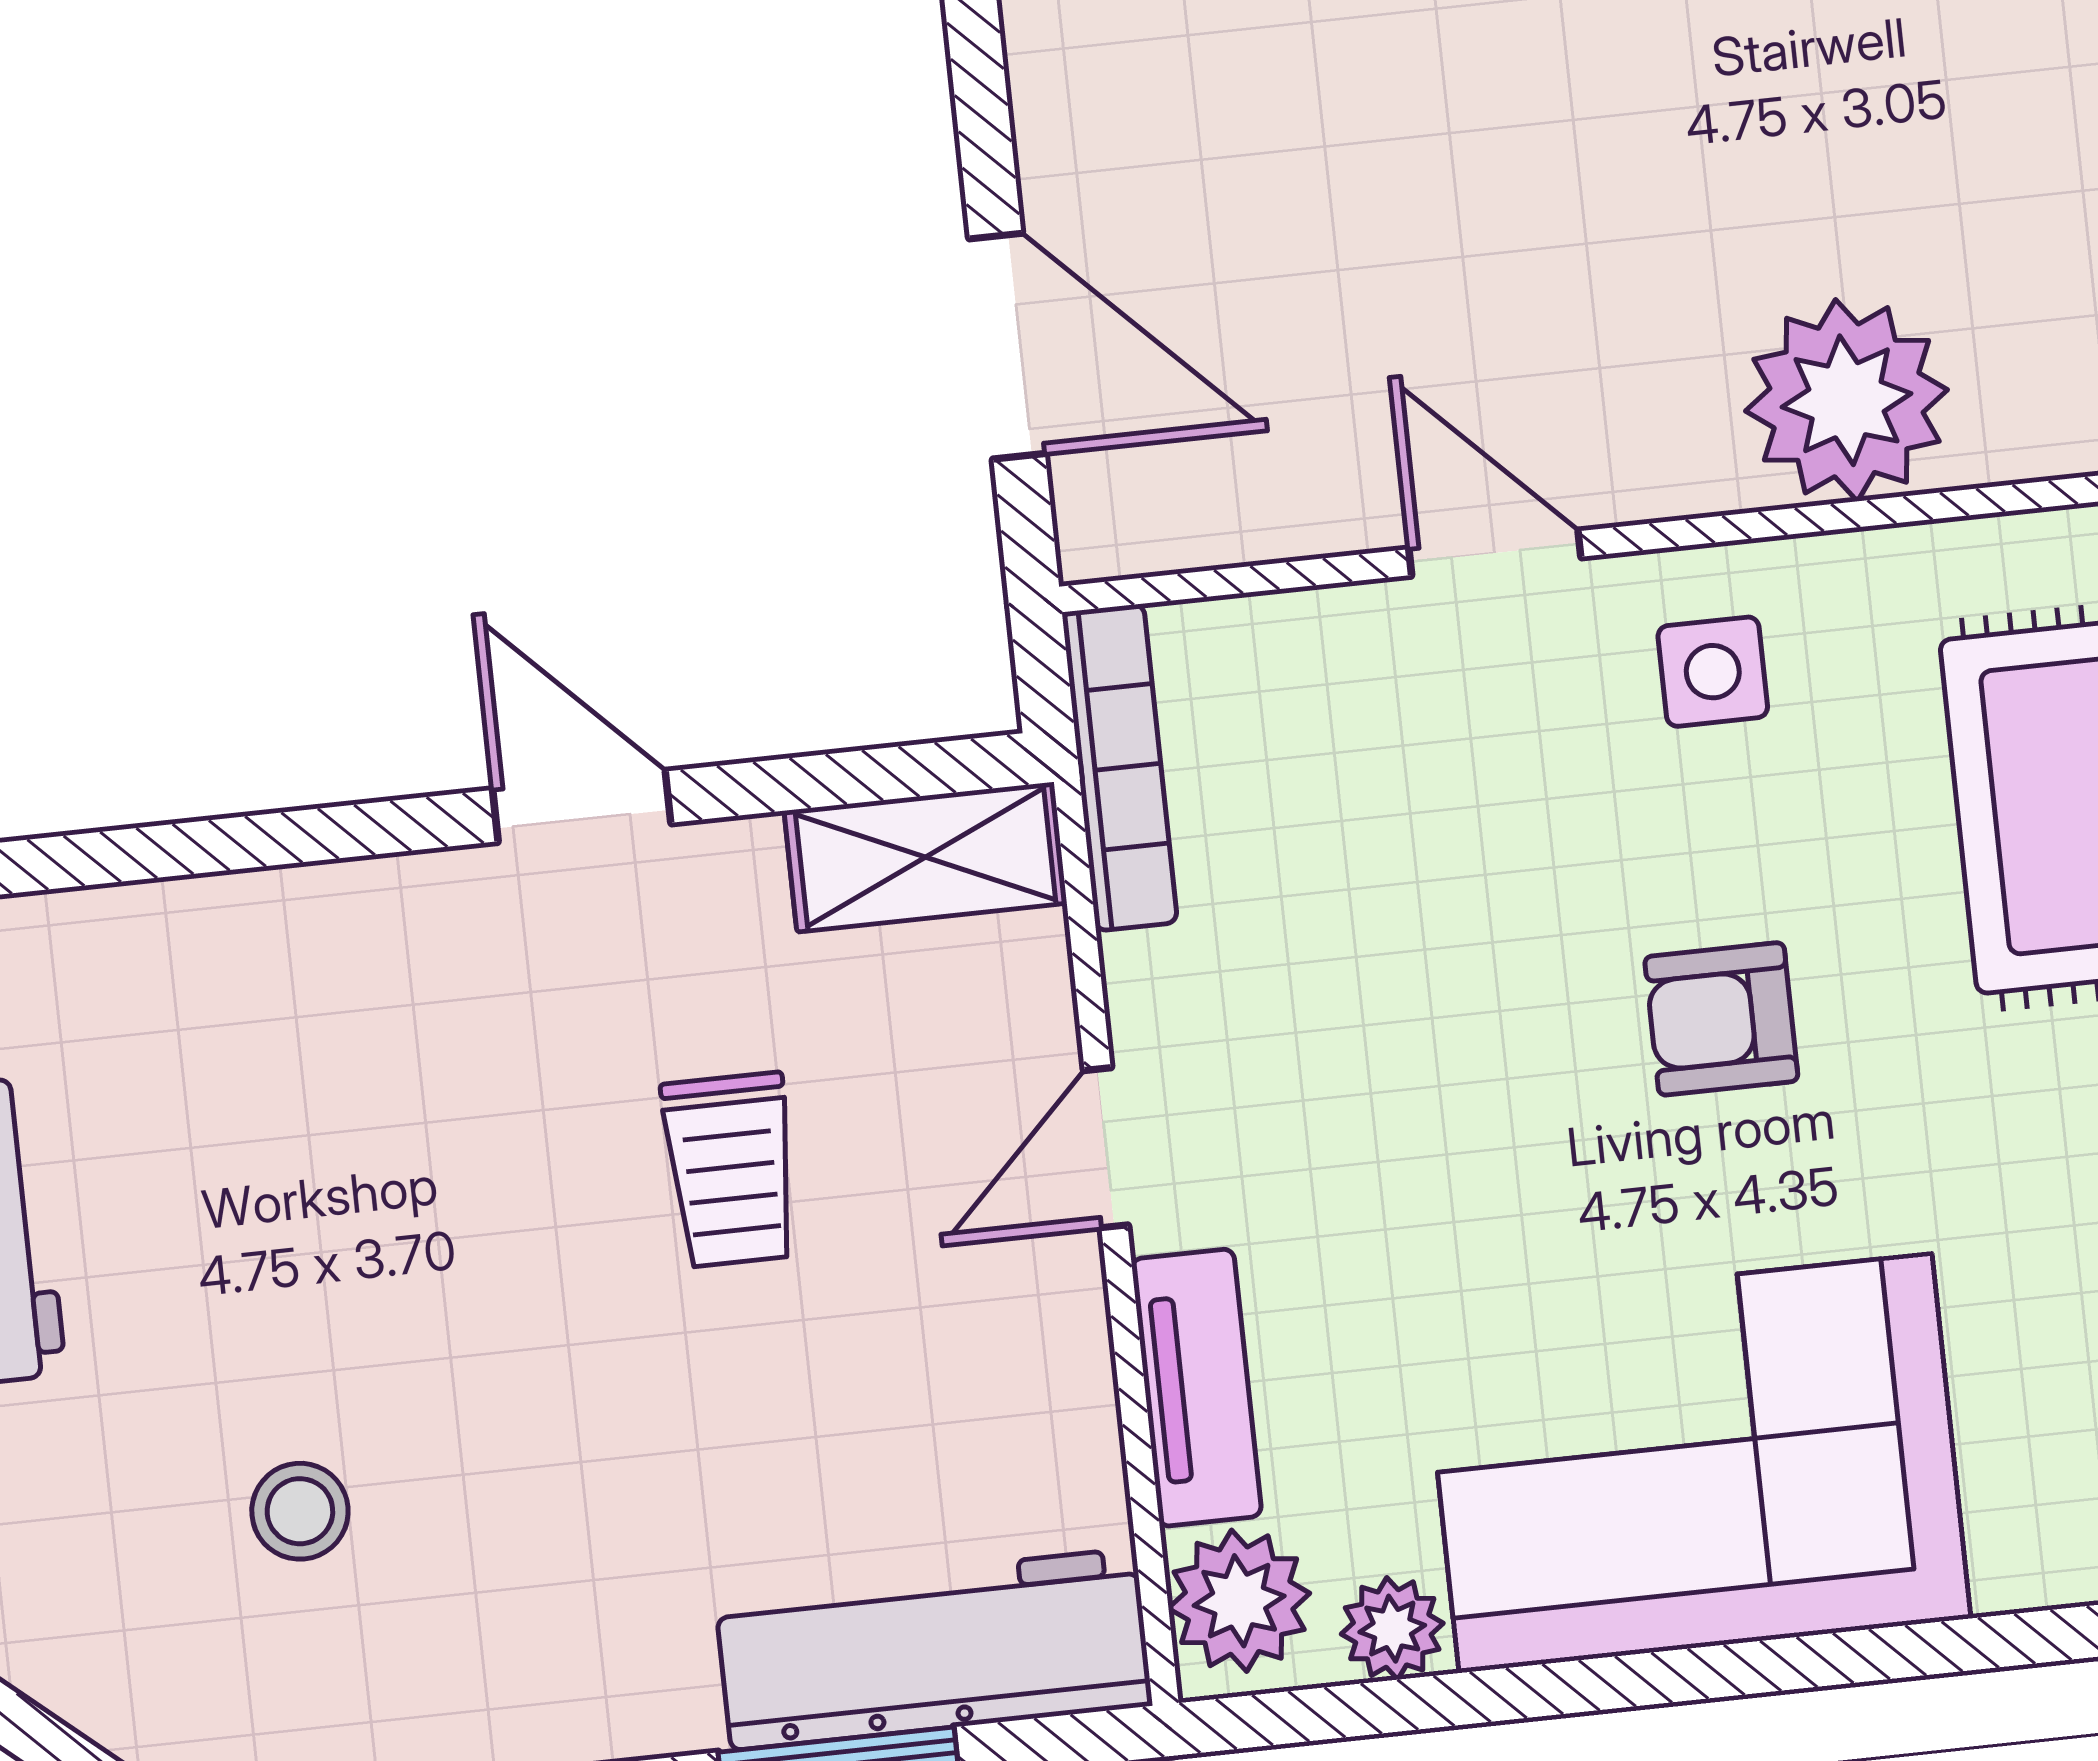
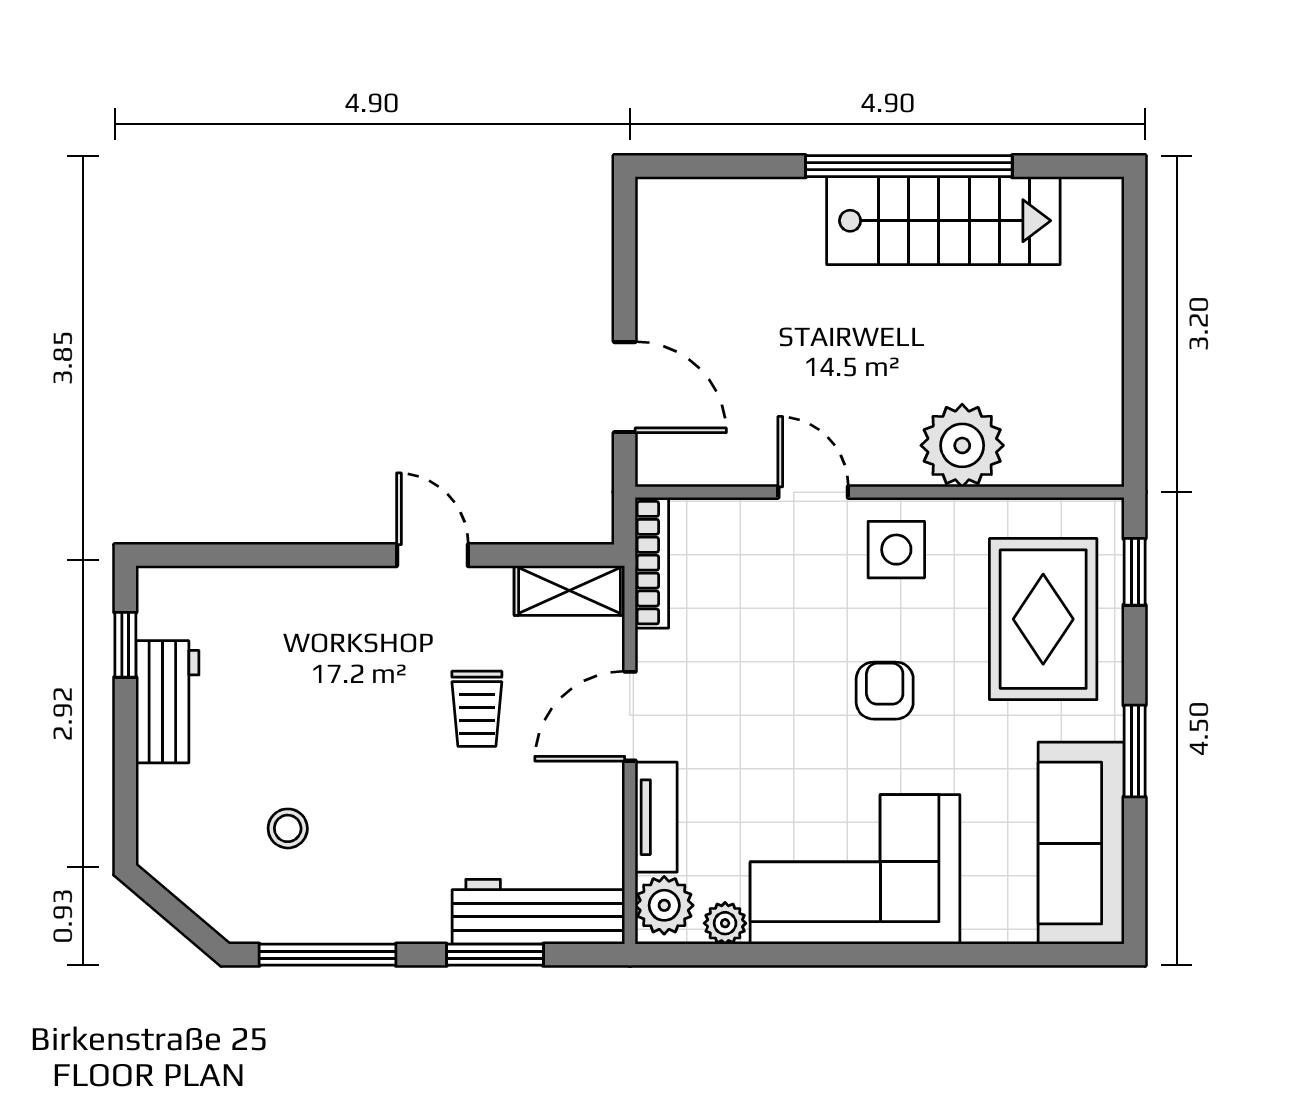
side table: (1713, 672) -> (896, 550), width x1.37, depth x1.37
armchair: (1721, 1019) -> (885, 691), turned 90
door: (1106, 1148) -> (630, 716), width x1.38

